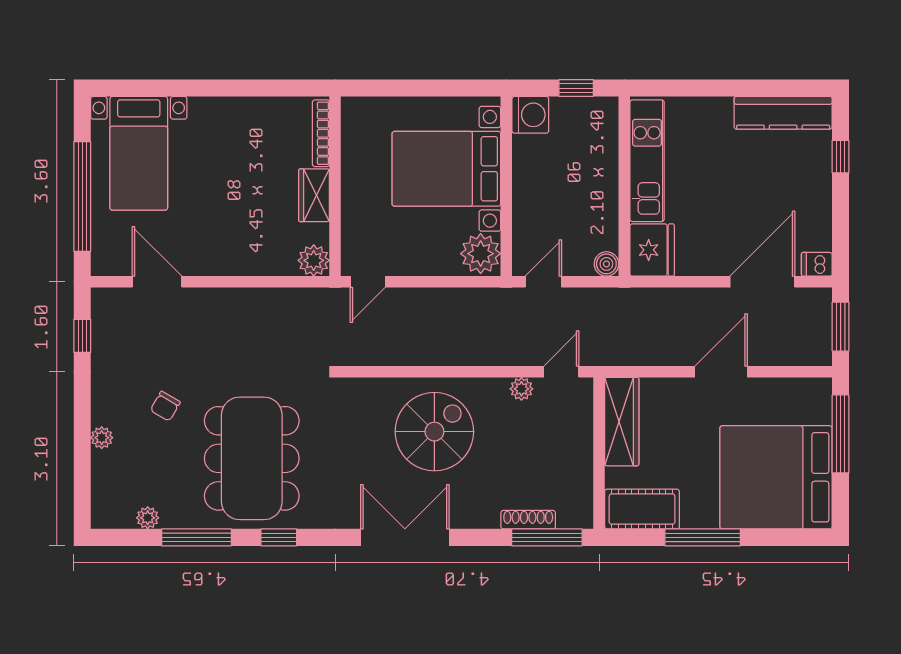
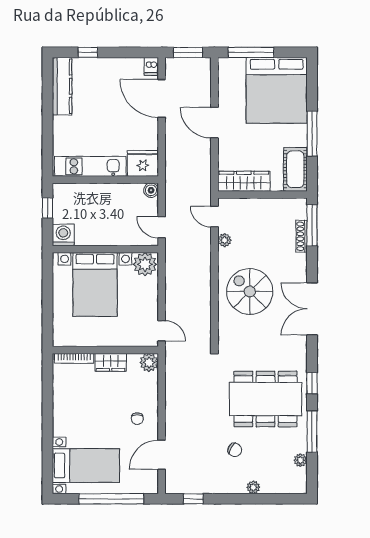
chair: (218, 241) -> (137, 419), added

